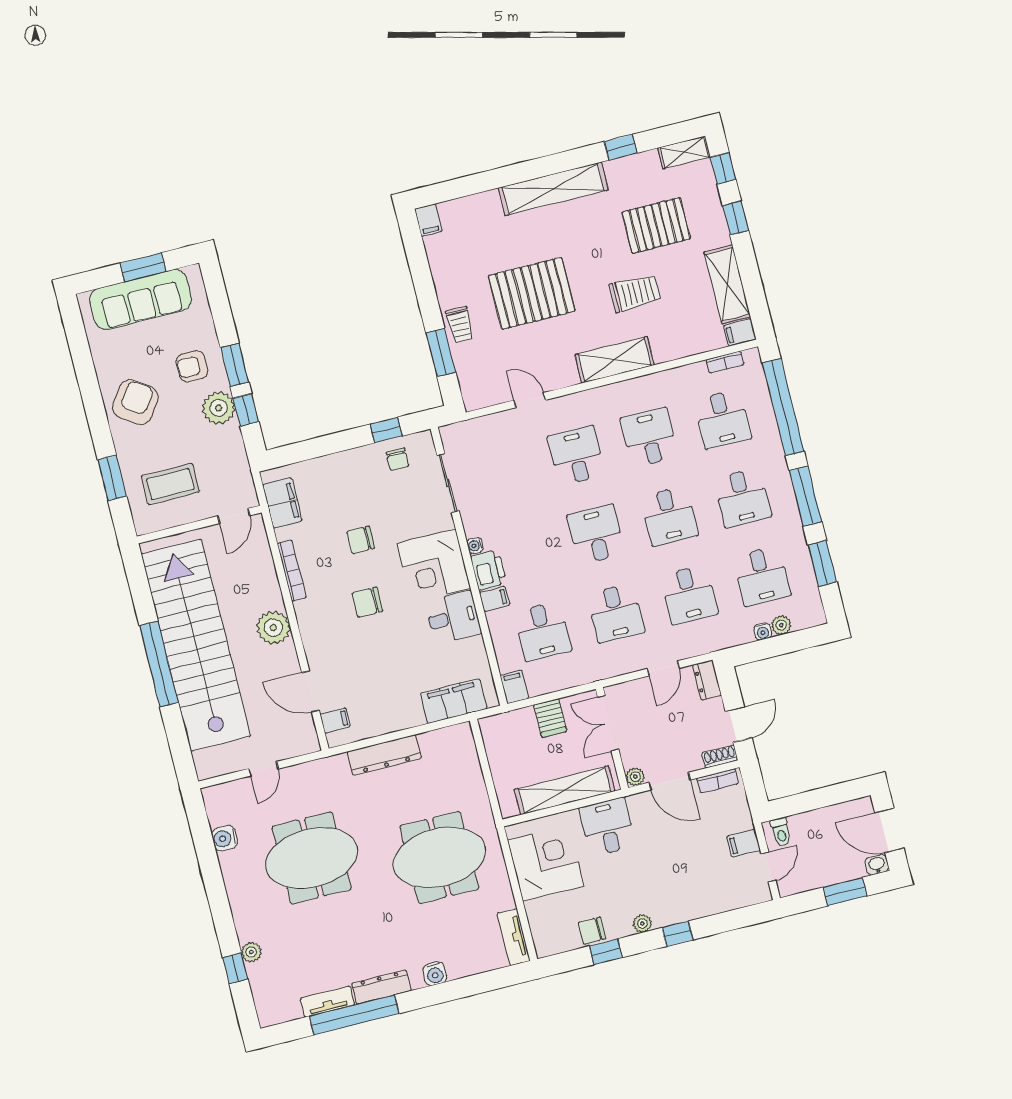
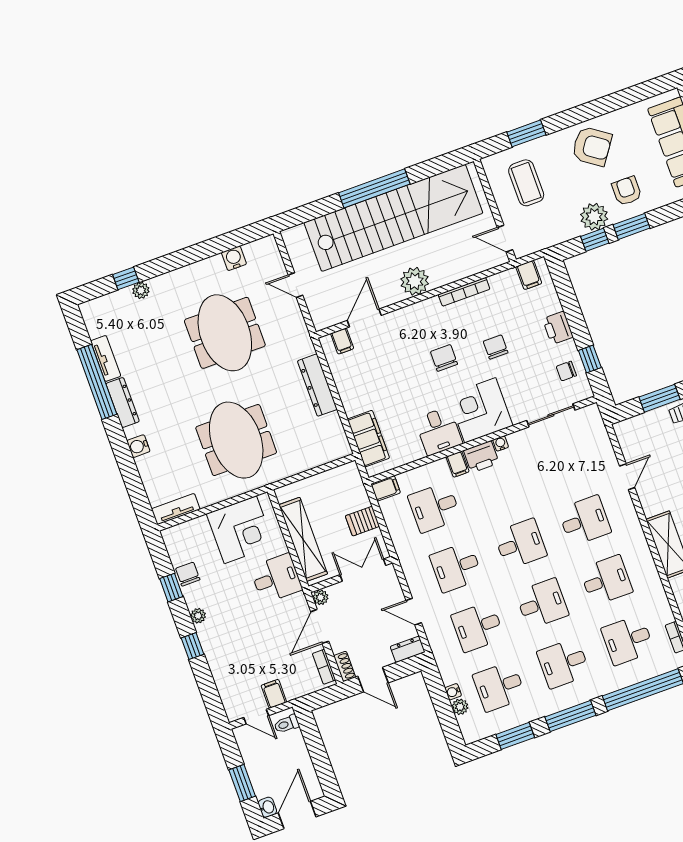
printer: (346, 464) -> (558, 328), added
filing cabinet: (282, 503) -> (529, 275), width x0.50
desk: (669, 516) -> (542, 604), turned 180

